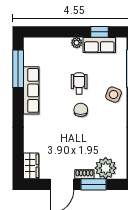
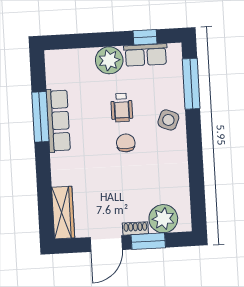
plant: (77, 43) -> (109, 60), width x1.88, depth x1.88
window: (18, 69) -> (40, 117), moved
wheelchair: (79, 83) -> (122, 108), turned 180
wardrobe: (31, 166) -> (63, 213), width x1.50

